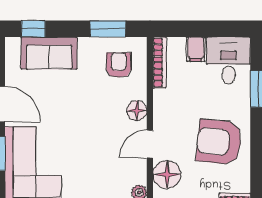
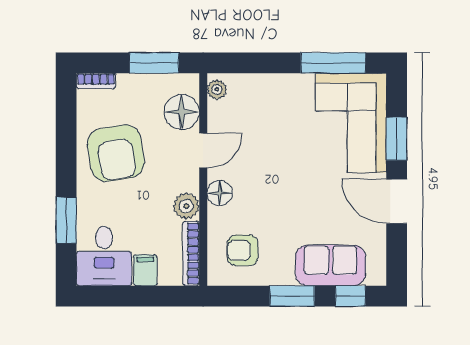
window: (108, 29) -> (292, 296), moved
armchair: (119, 65) -> (243, 250), turned 90
plant: (163, 100) -> (186, 206), added
armchair: (219, 142) -> (116, 153), turned 75

